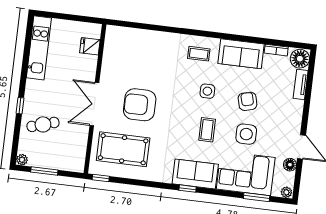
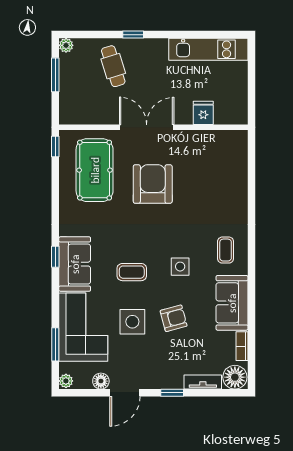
fridge: (90, 46) -> (203, 113), moved
window: (306, 110) -> (172, 393), added

